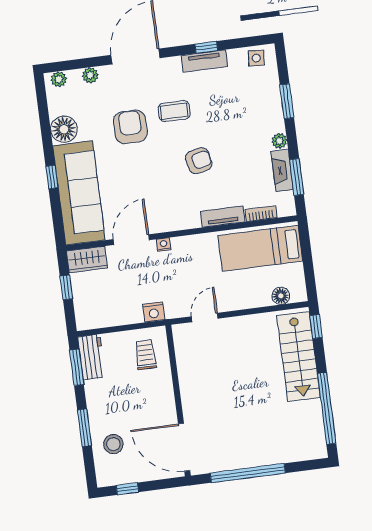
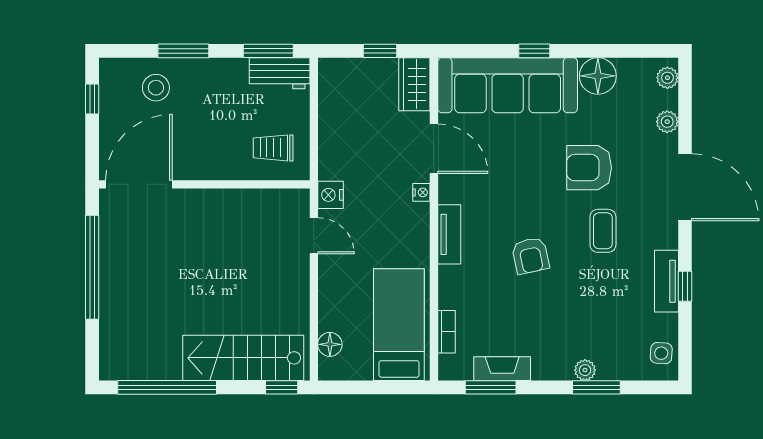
armchair: (130, 127) -> (589, 168), turned 180
plant: (279, 141) -> (585, 370), moved
tv unit: (223, 217) -> (449, 234), moved
nightstand: (154, 312) -> (330, 195), moved
trolley: (146, 355) -> (273, 148), turned 180

